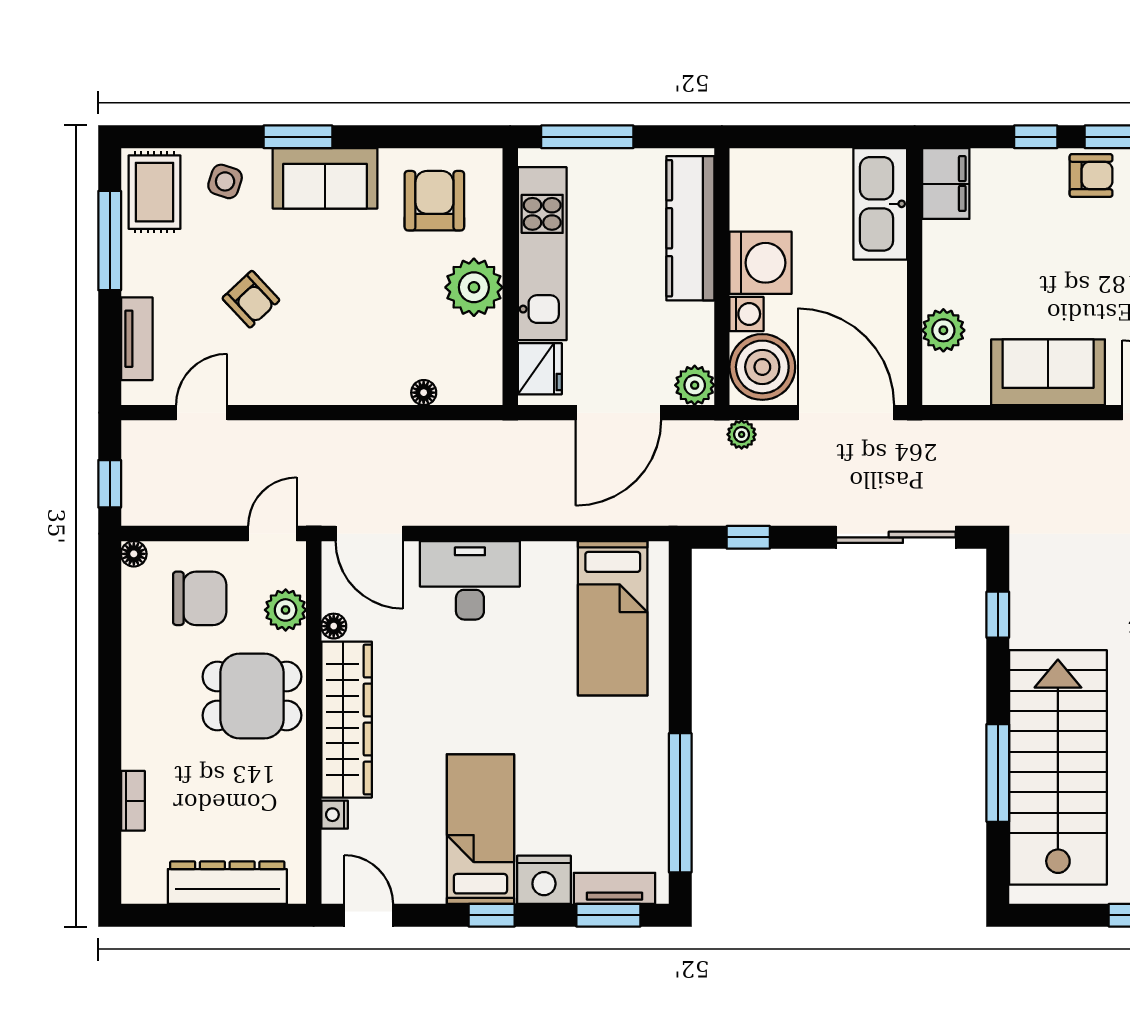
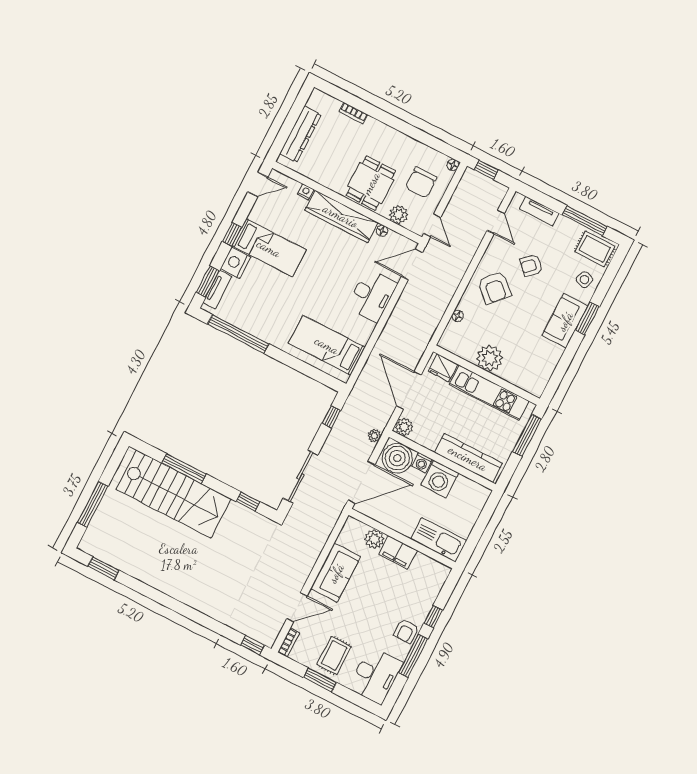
filing cabinet: (946, 184) -> (398, 552), moved
armchair: (434, 201) -> (494, 288), moved, turned 43

